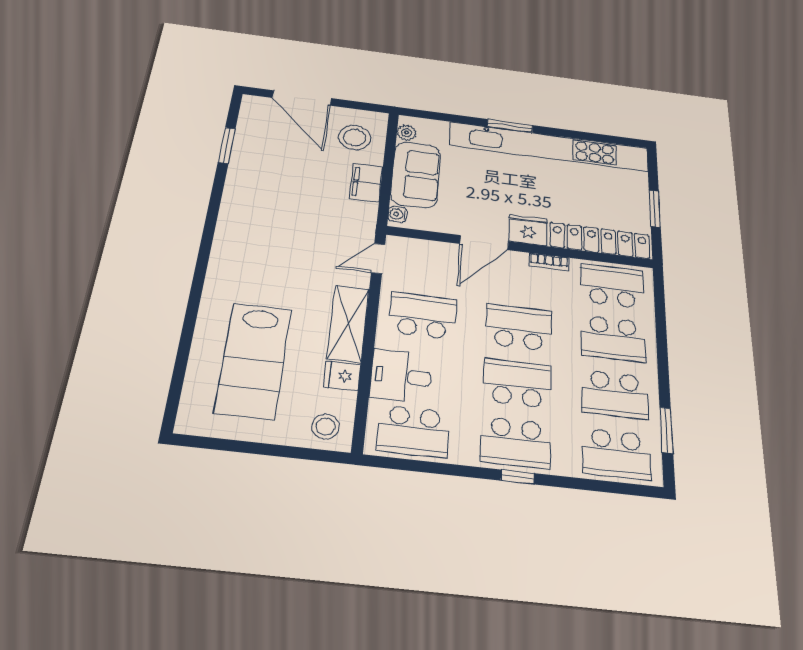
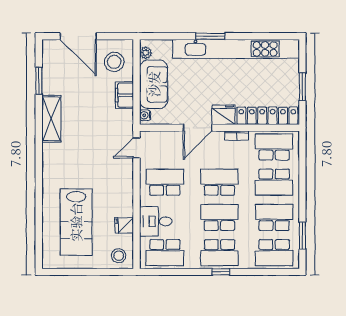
shelving: (348, 323) -> (51, 119), moved
school desk: (615, 394) -> (274, 217), turned 180

